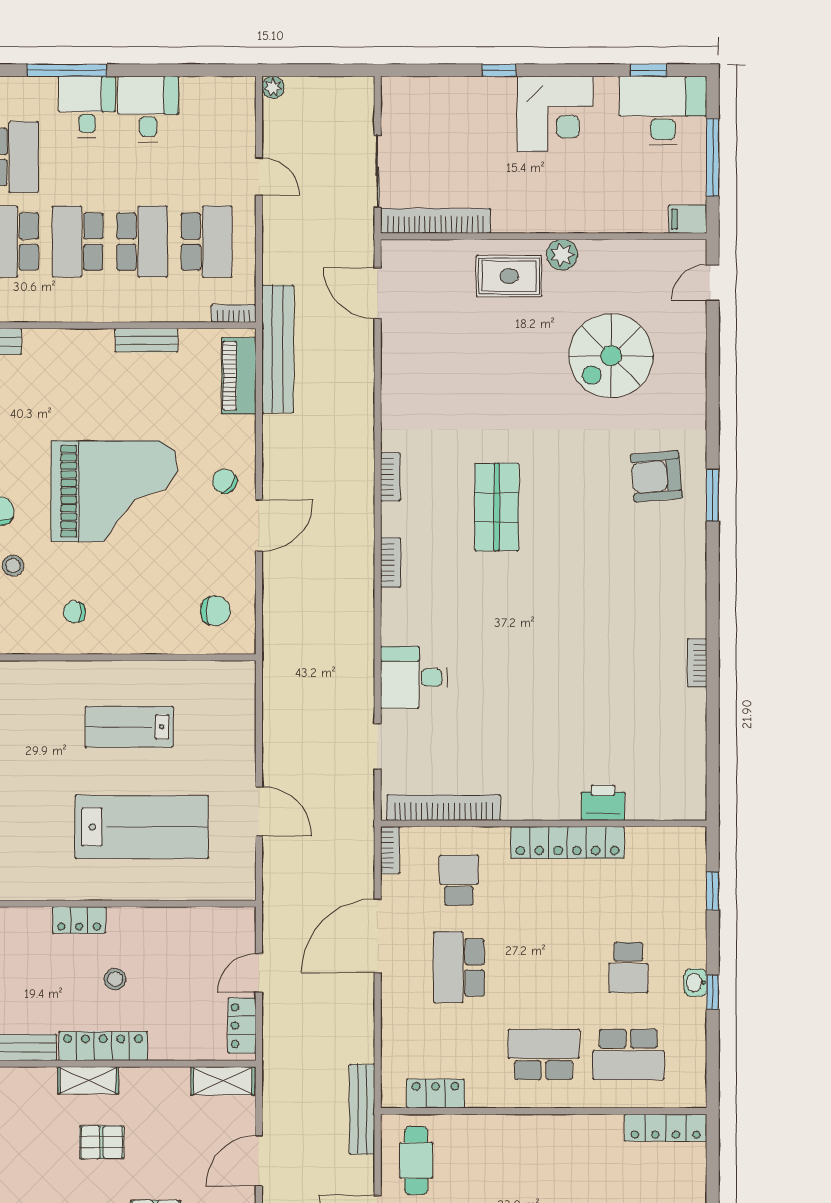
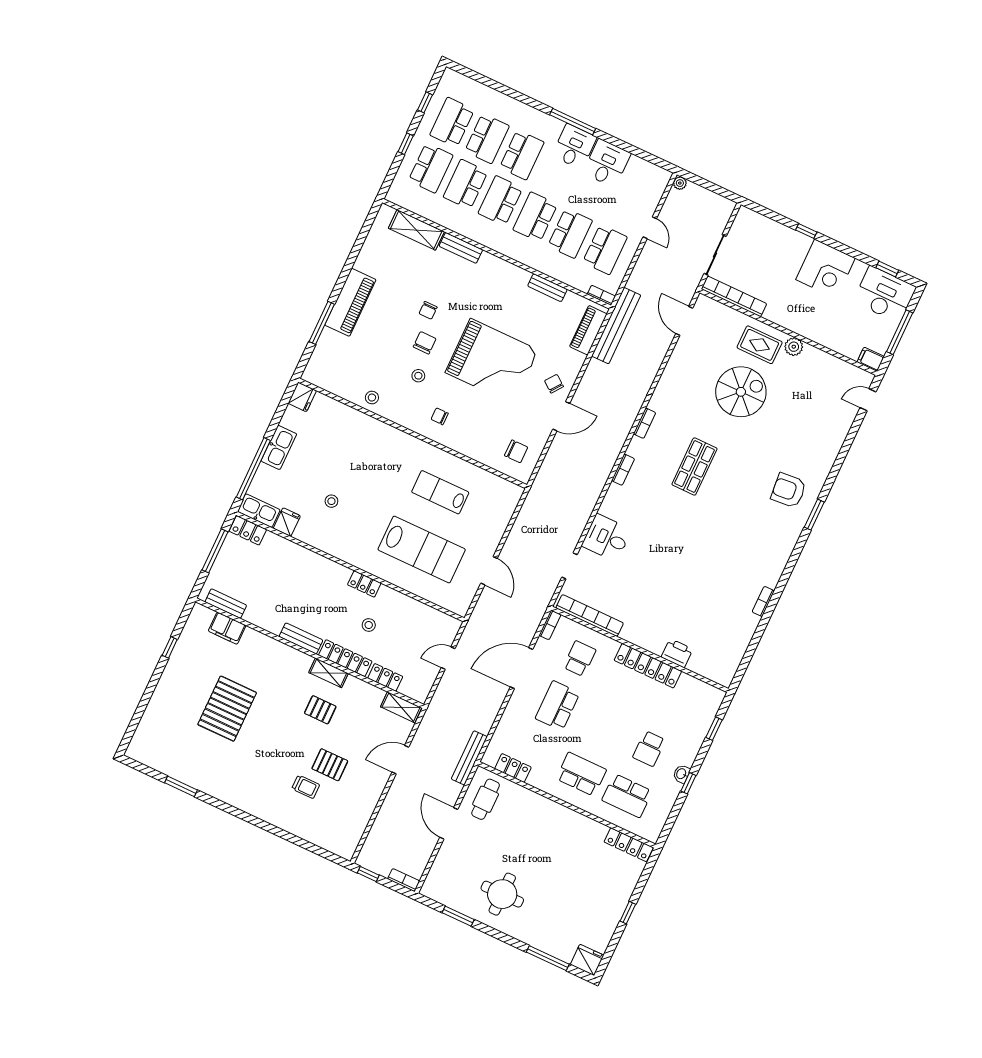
spiral stairs: (611, 356) -> (741, 392), moved, turned 180
locker: (242, 1026) -> (385, 677), moved, turned 90

